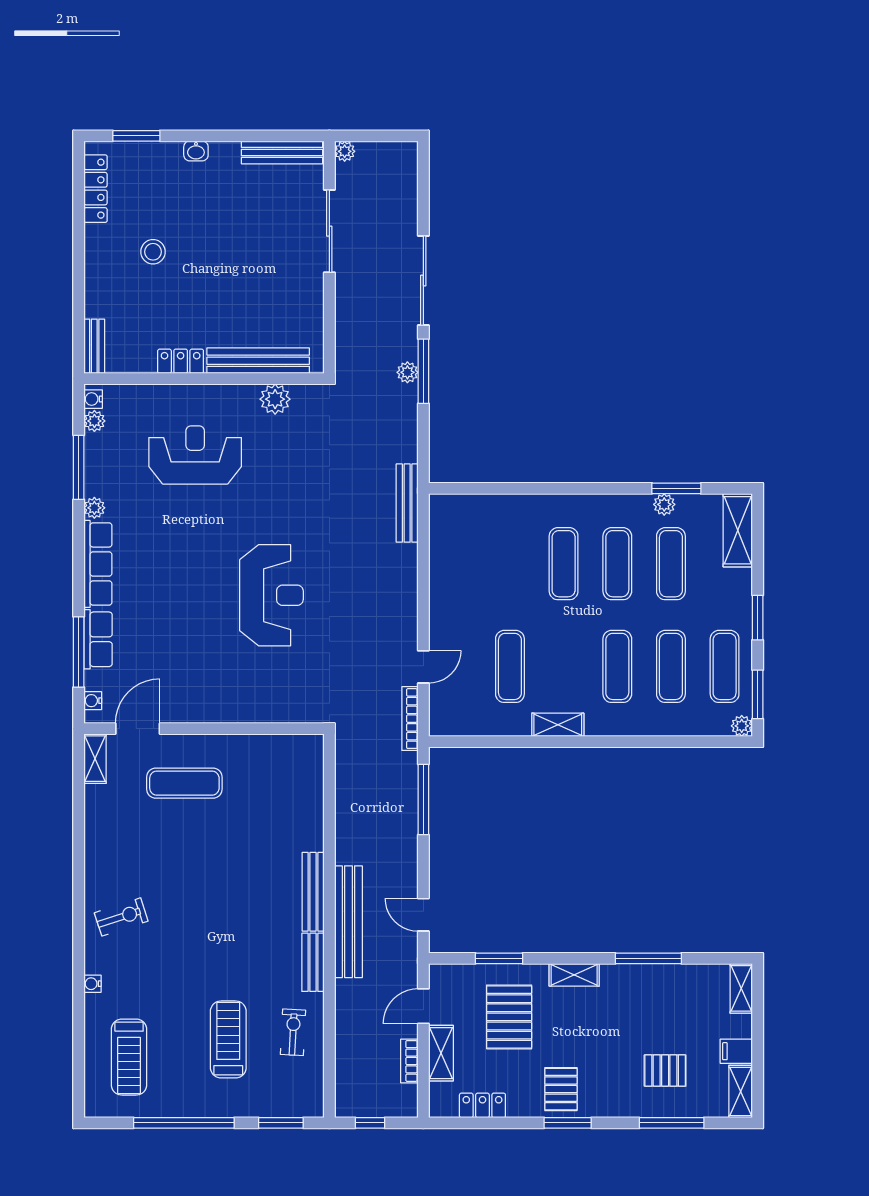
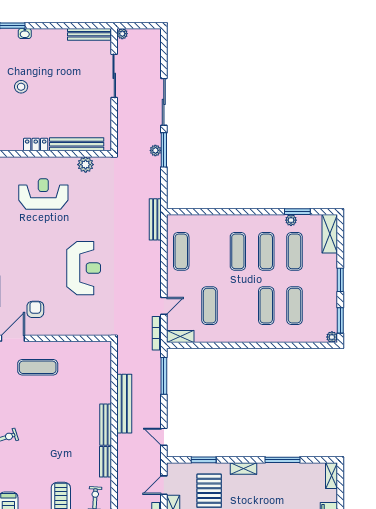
washbasin: (196, 151) -> (25, 34), moved
exercise mat: (725, 666) -> (181, 251), moved
armchair: (180, 674) -> (35, 309), added
shelving: (558, 725) -> (180, 336), moved
bench: (348, 922) -> (124, 404), moved

